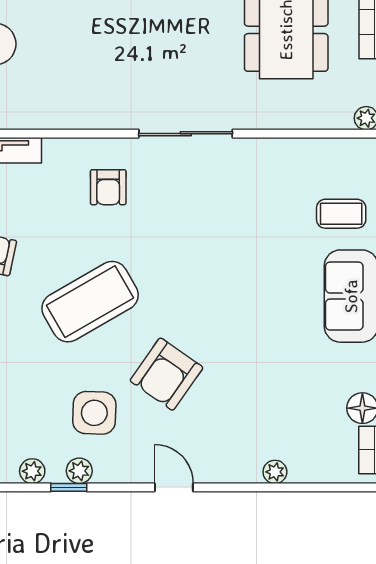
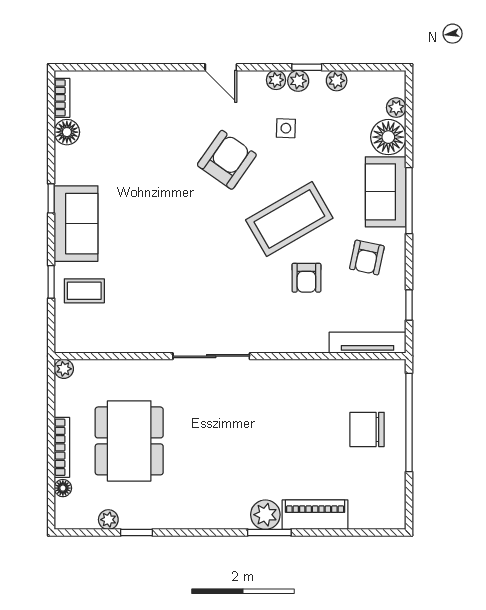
armchair: (108, 187) -> (306, 278), moved, turned 180
side table: (94, 413) -> (286, 128), width x0.54, depth x0.54
plant: (275, 472) -> (276, 80), moved

